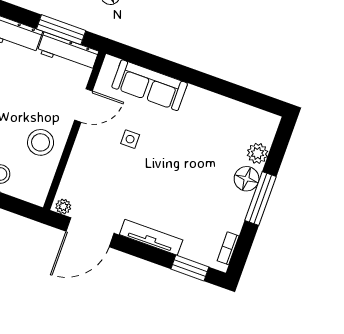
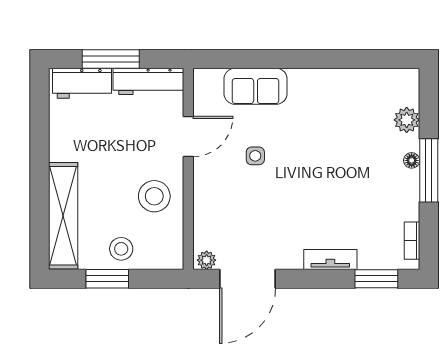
window: (61, 30) -> (111, 59), moved
sofa: (150, 85) -> (256, 86), width x0.73
floor lamp: (247, 179) -> (412, 160), width x0.53, depth x0.53
tv unit: (151, 237) -> (330, 259), width x0.71

